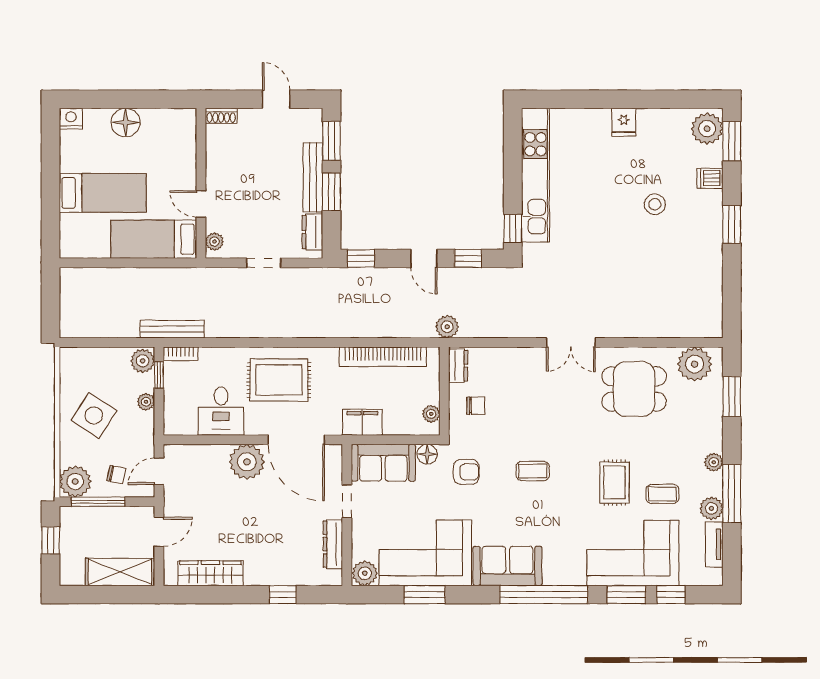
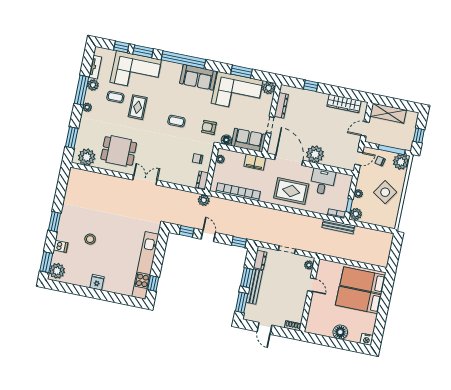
window: (513, 229) -> (153, 283), moved
bed: (154, 239) -> (363, 280), moved, turned 180

